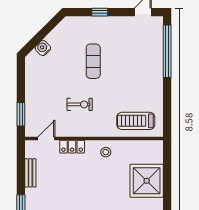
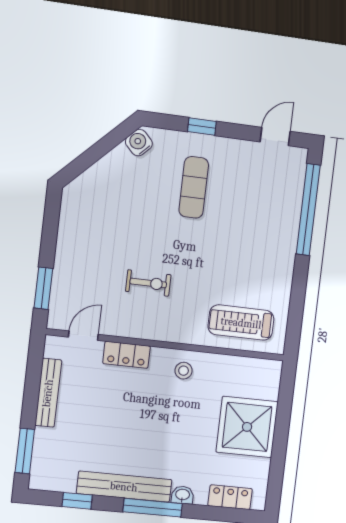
water cooler: (43, 48) -> (139, 143), moved
exercise mat: (93, 61) -> (194, 187), moved
bench: (30, 173) -> (48, 393), width x1.36

